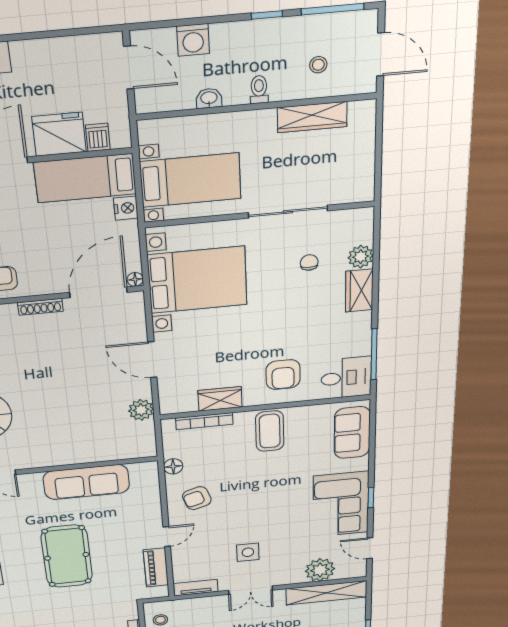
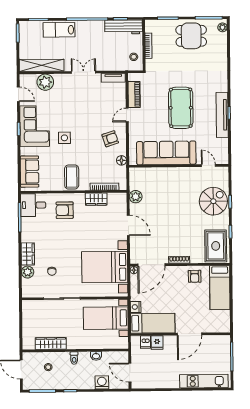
fridge: (59, 134) -> (157, 343), width x0.53, depth x0.75
armchair: (283, 375) -> (65, 210), turned -90
sofa: (86, 482) -> (166, 153), width x1.36, depth x1.27
side table: (248, 552) -> (64, 138), moved

